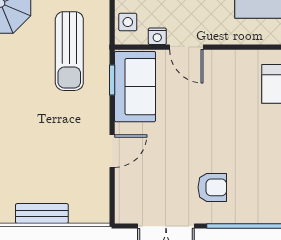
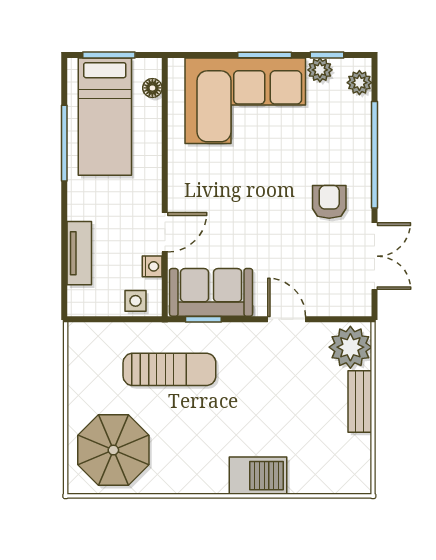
plant: (88, 205) -> (350, 347), added

